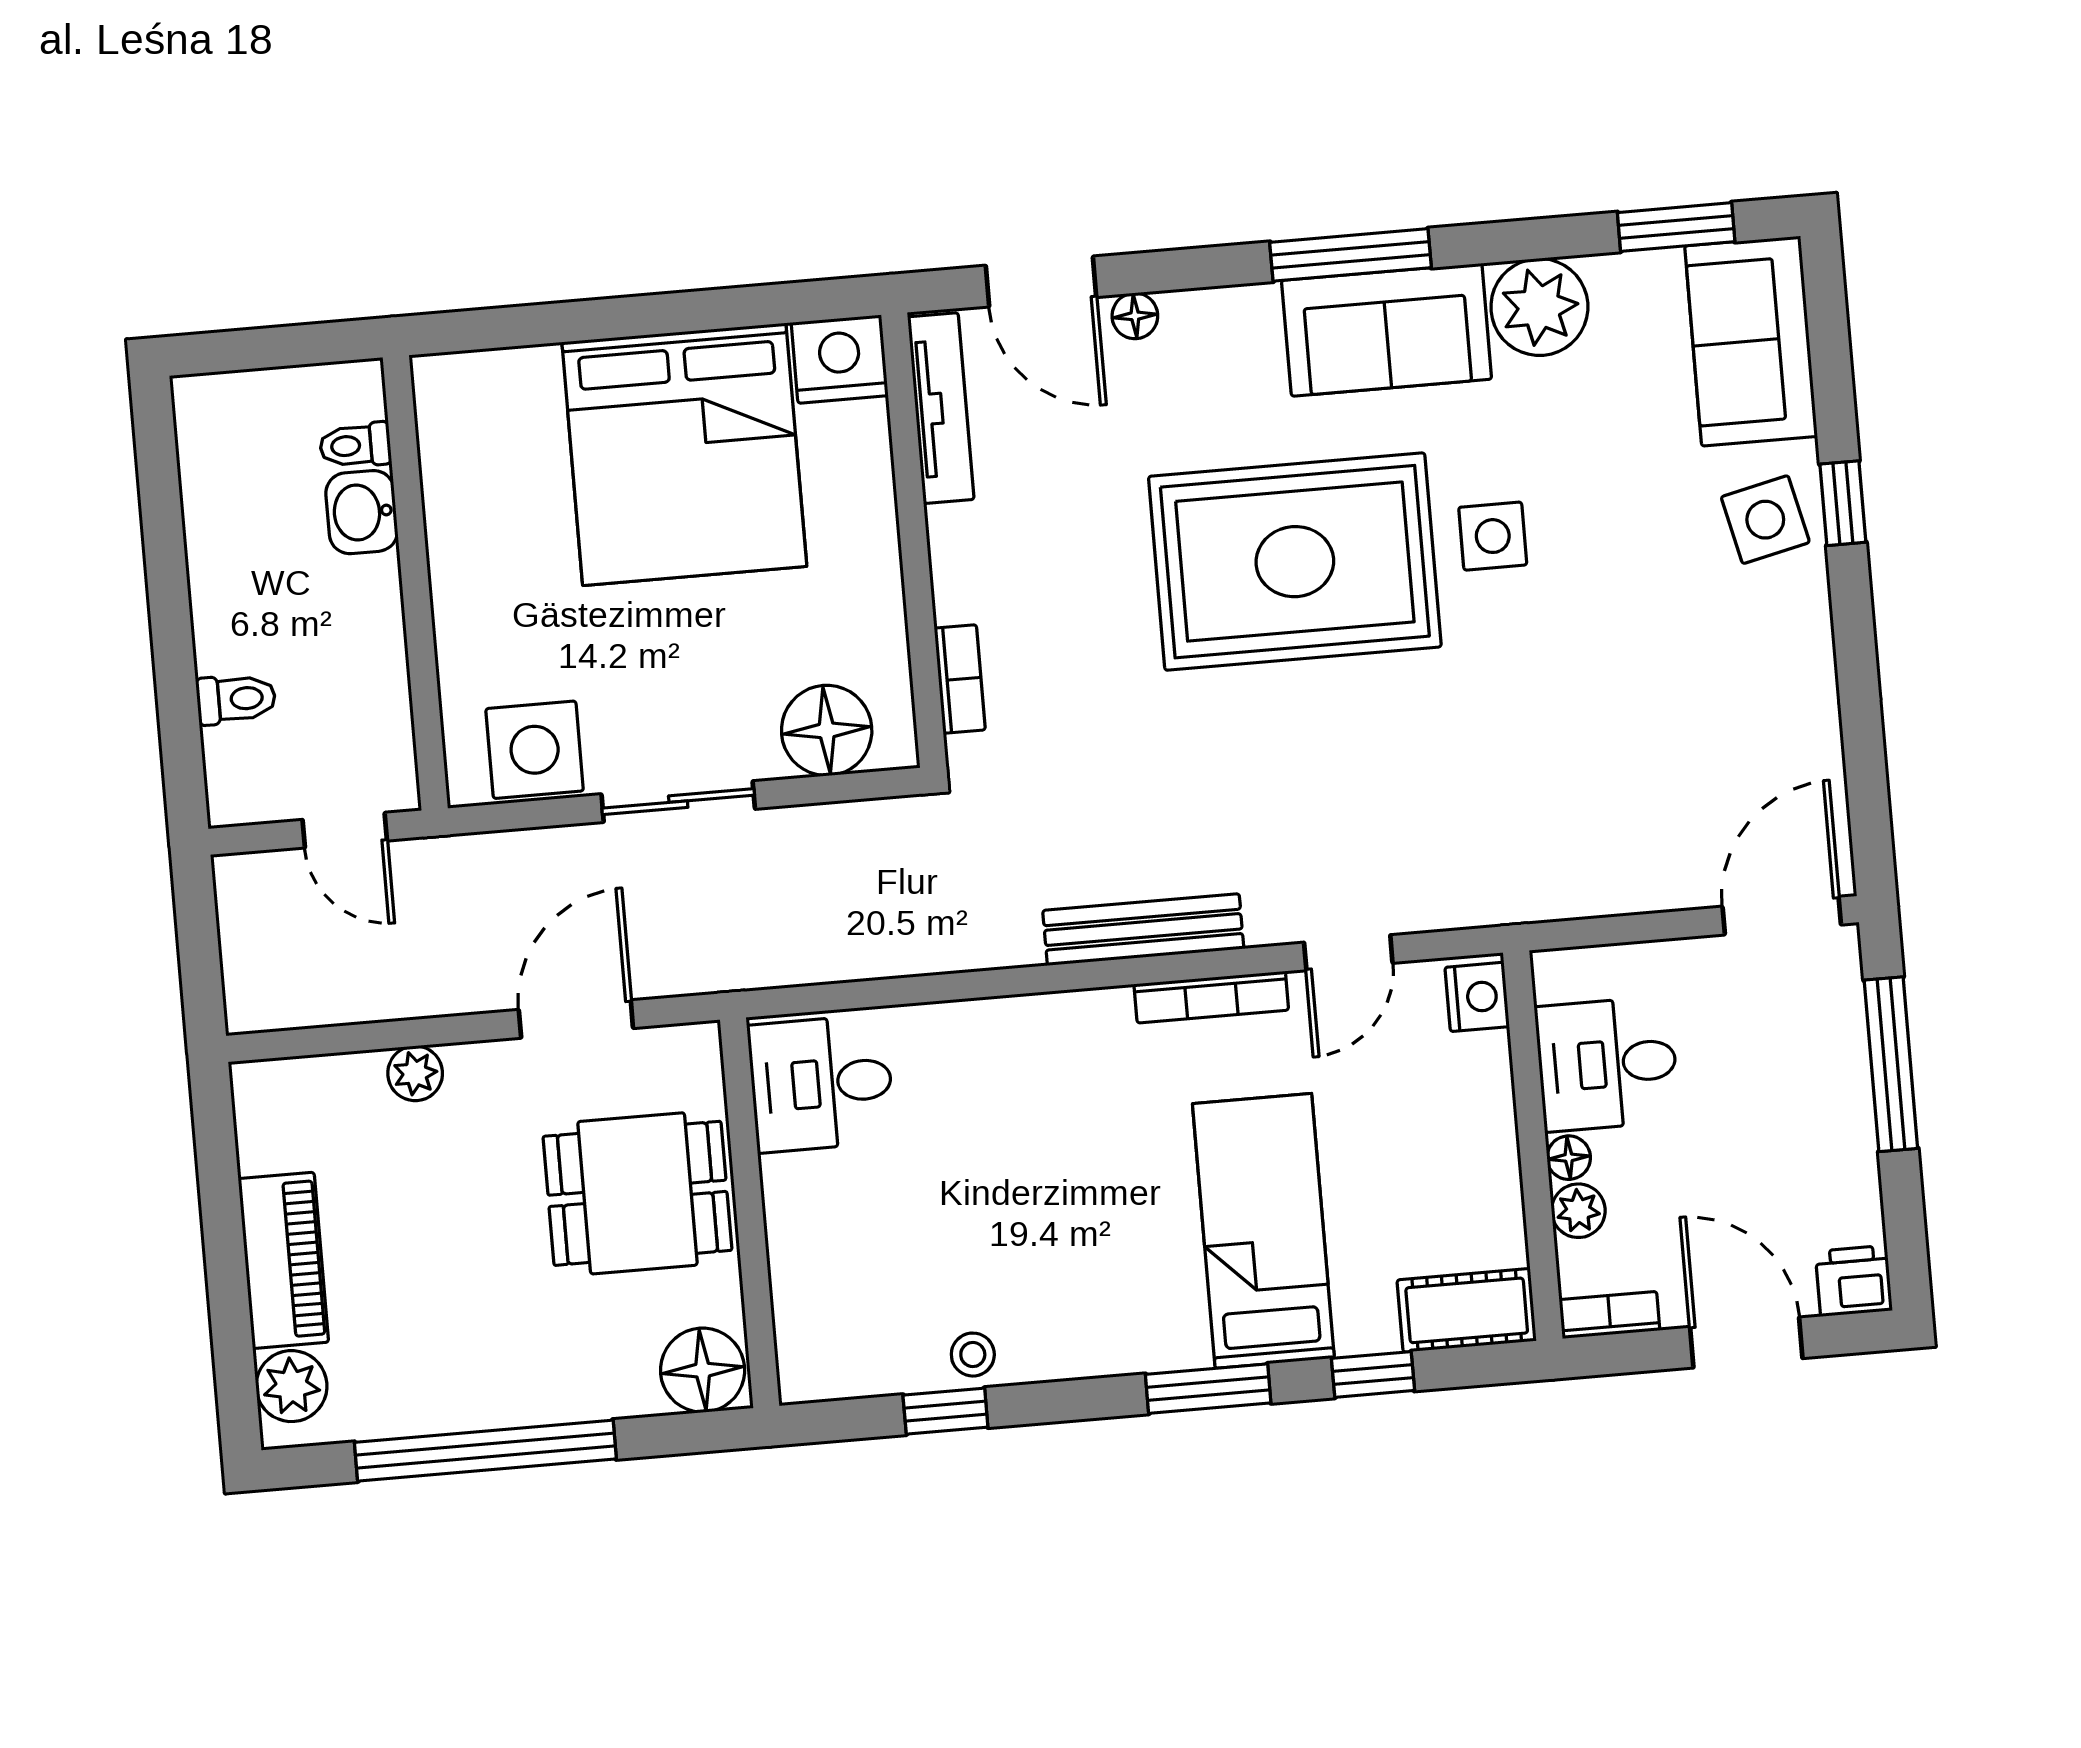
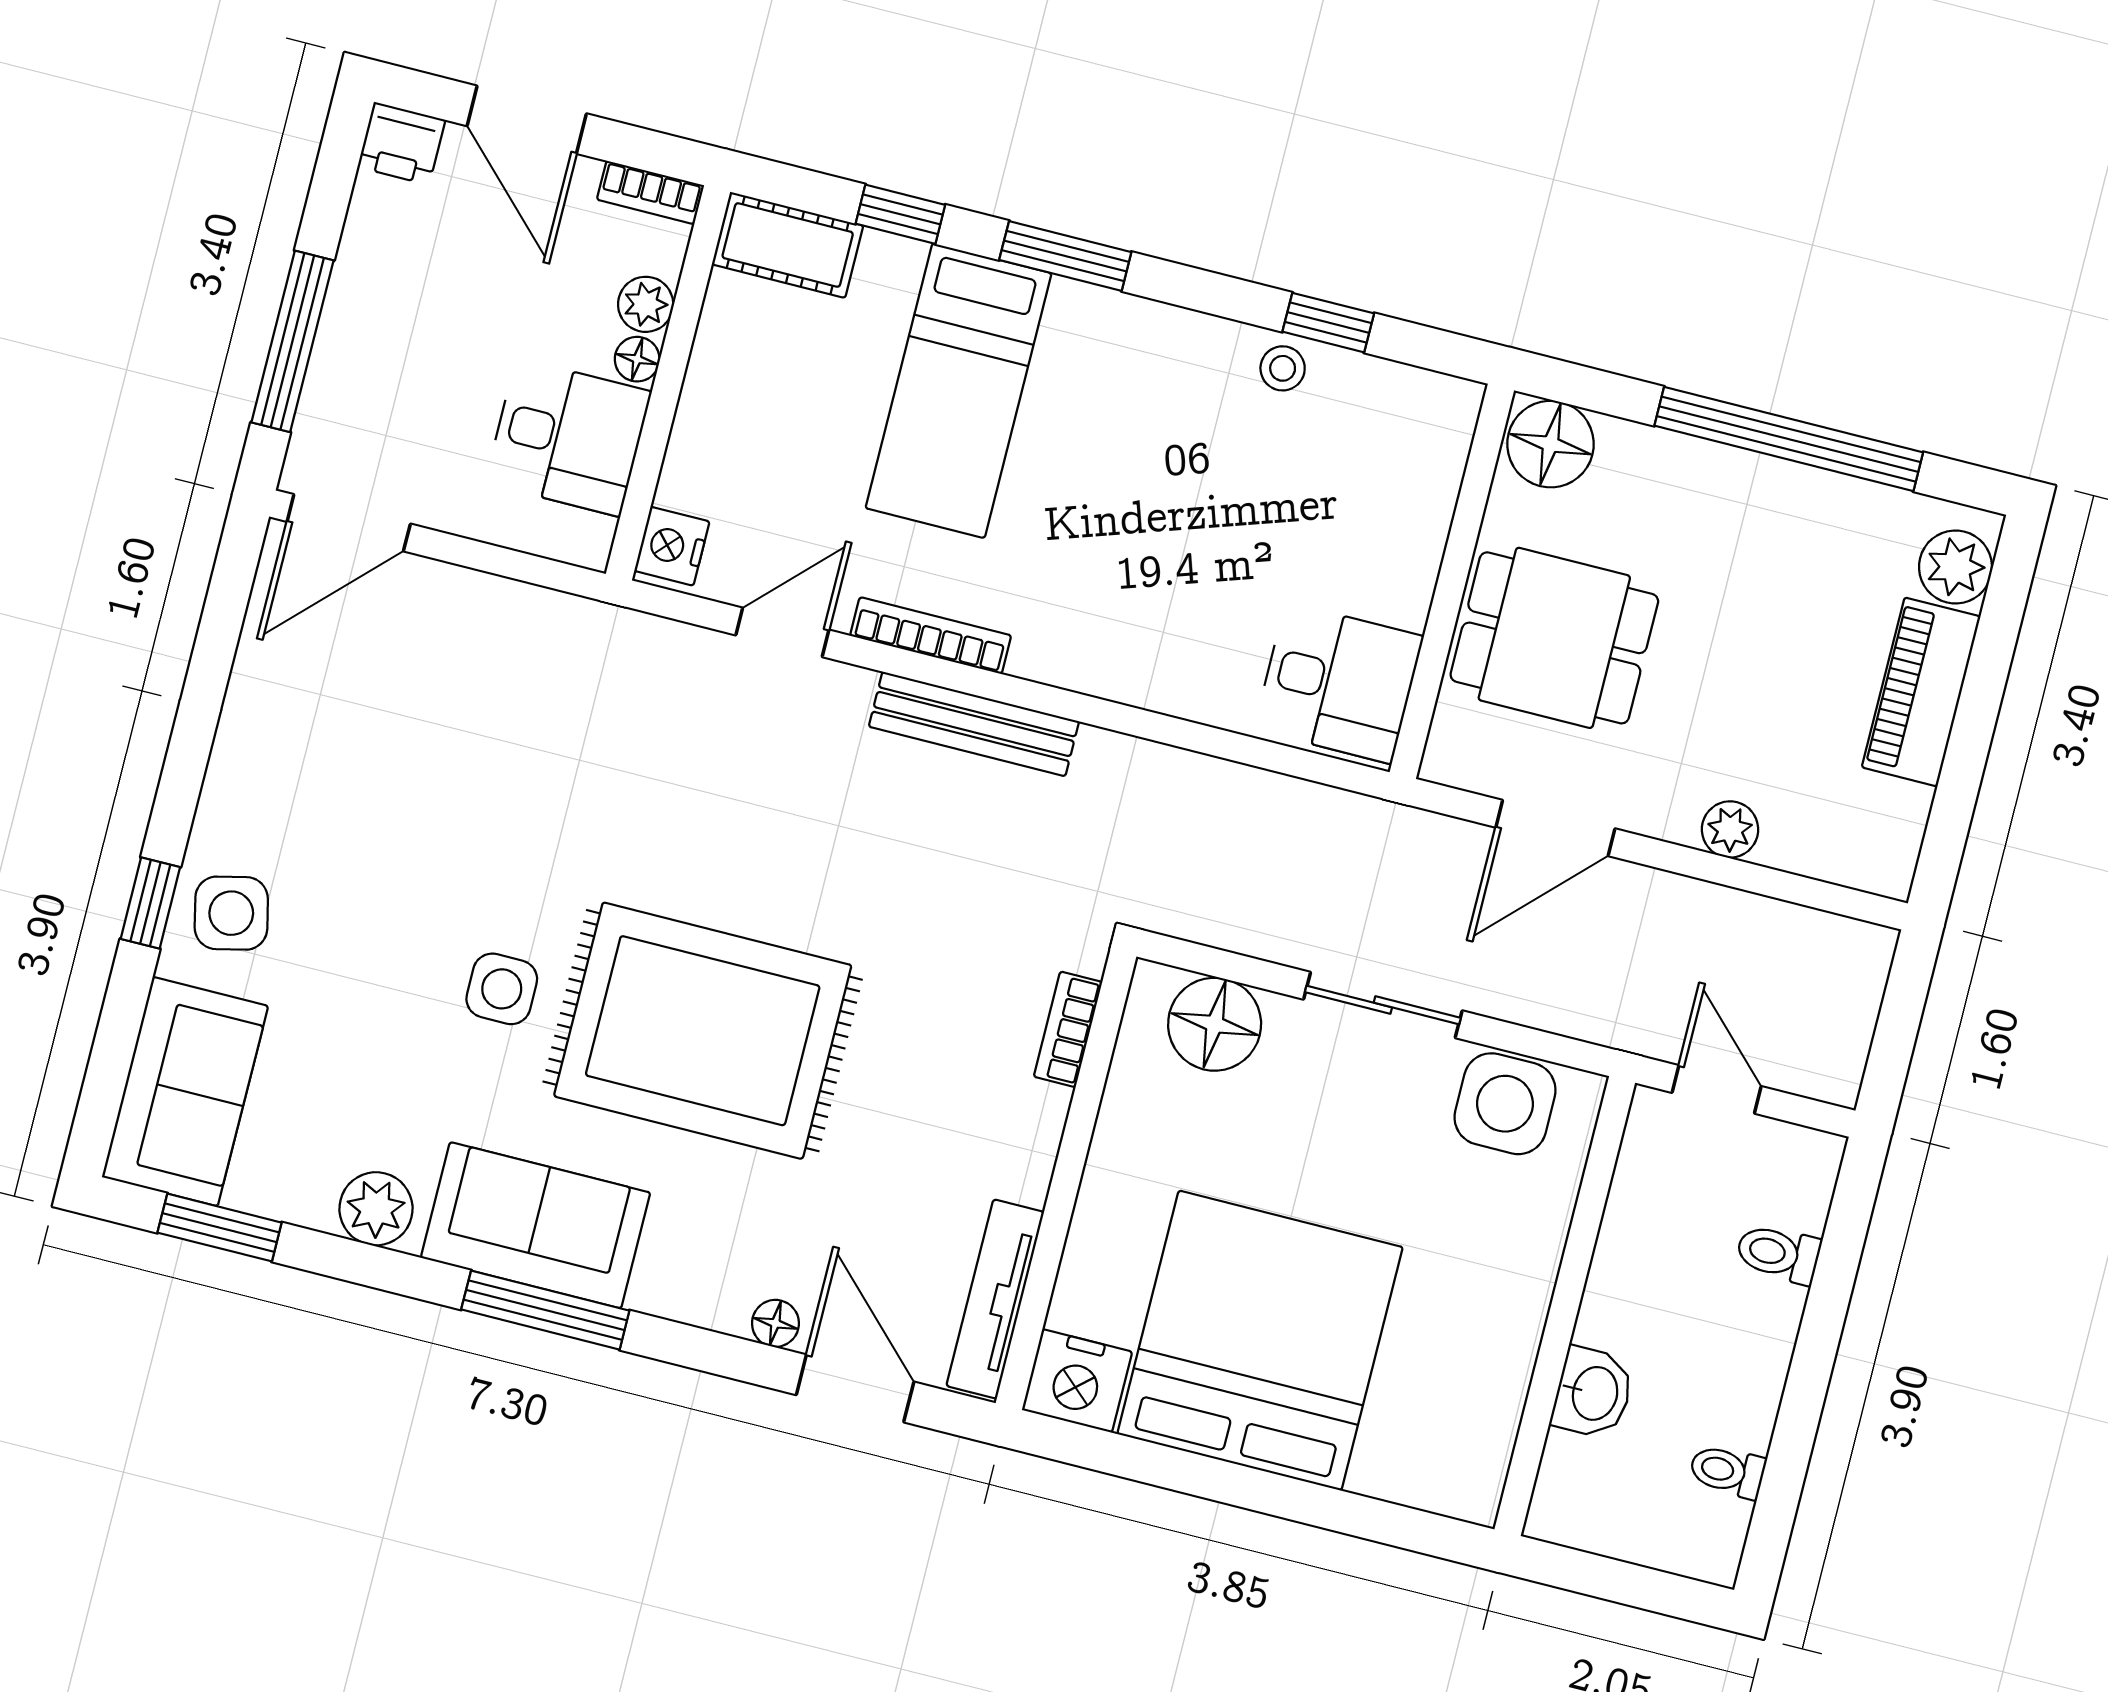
plant: (1539, 307) -> (376, 1209), width x0.73, depth x0.73
toilet: (355, 445) -> (1727, 1471), moved, turned 180

